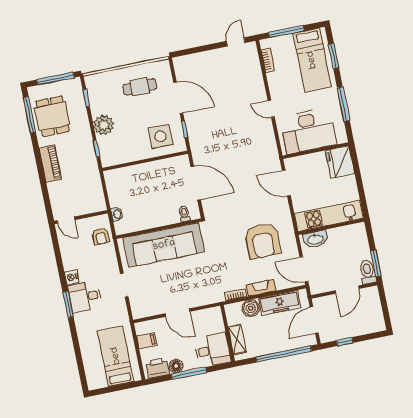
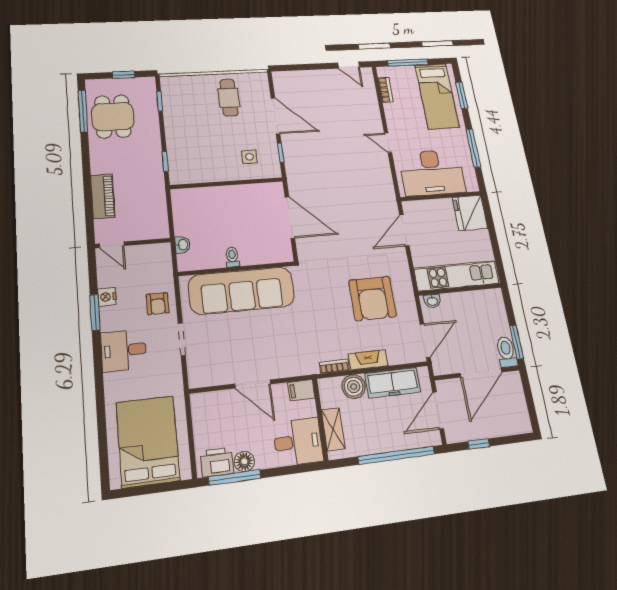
door: (236, 42) -> (349, 65), swing flipped
window: (55, 79) -> (124, 75), width x0.46
cafe table: (140, 87) -> (229, 98), turned 90
plant: (104, 125) -> (178, 135), removed
side table: (161, 136) -> (249, 157), width x0.54, depth x0.54
piano: (50, 164) -> (103, 196), moved
door: (286, 183) -> (404, 230), hinge flipped
toilet: (184, 214) -> (232, 257), moved
armchair: (101, 236) -> (158, 304), moved
washbasin: (315, 239) -> (432, 301), width x0.52, depth x0.69
door: (304, 269) -> (425, 341), swing flipped
nightstand: (72, 277) -> (107, 297), moved
door: (347, 290) -> (481, 373), width x1.36
window: (68, 304) -> (95, 312), moved
filing cabinet: (146, 341) -> (301, 390), moved, turned 180
bed: (116, 356) -> (148, 441), width x1.50
window: (189, 373) -> (235, 478), moved

